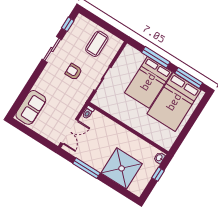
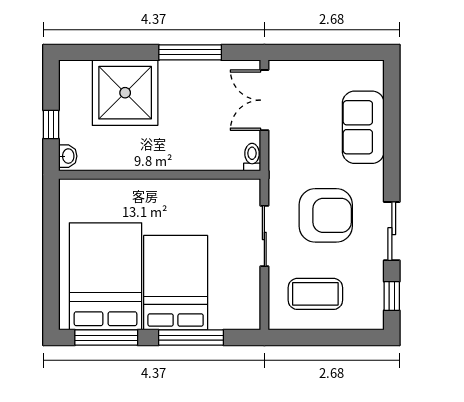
coffee table: (97, 44) -> (315, 294), turned 90
armchair: (74, 72) -> (326, 215), width x1.88, depth x1.88
sofa: (31, 107) -> (363, 127), moved

